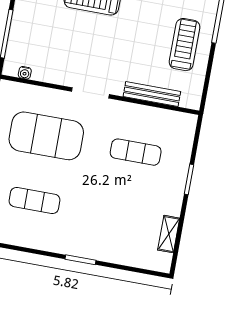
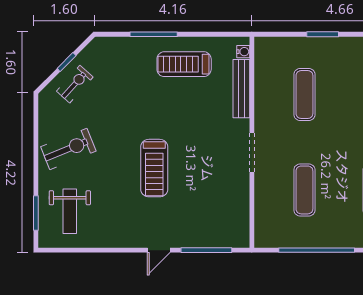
water cooler: (25, 73) -> (243, 52), moved
exercise mat: (46, 136) -> (304, 190), width x0.50, depth x0.69

